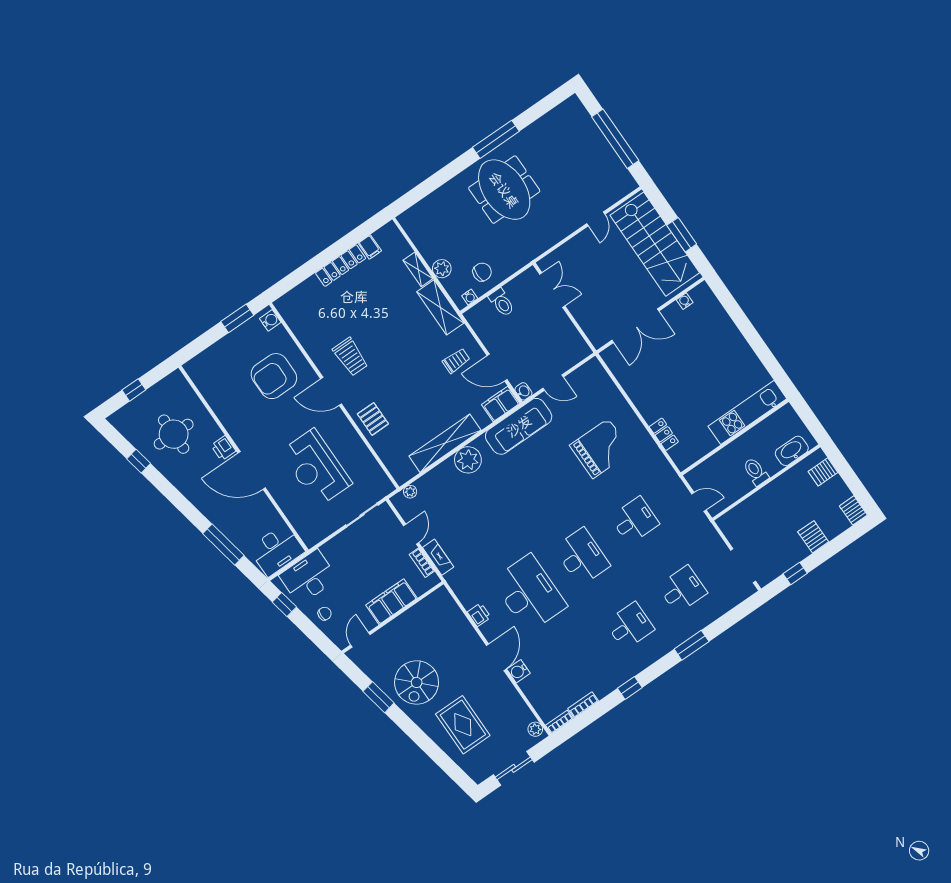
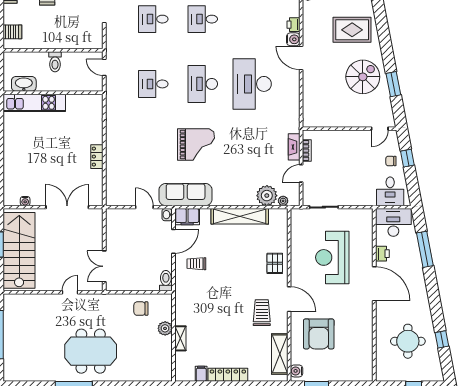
meeting table: (504, 190) -> (91, 351), turned 90
door: (596, 219) -> (70, 292), moved
water cooler: (470, 297) -> (160, 298), removed
toilet: (502, 302) -> (166, 281), moved
shelving: (440, 307) -> (280, 354), moved
door: (497, 368) -> (173, 241), hinge flipped
armchair: (274, 376) -> (319, 334), turned 90
locker: (664, 434) -> (97, 157), moved
printer: (223, 448) -> (382, 254), moved
grand piano: (601, 449) -> (196, 144), moved, turned 180
washbasin: (792, 451) -> (24, 84), moved, turned 180
plant: (468, 460) -> (267, 196), moved
reception desk: (316, 468) -> (332, 257), turned 180
desk: (308, 577) -> (390, 191), width x0.73
filing cabinet: (391, 602) -> (343, 139), removed
window: (284, 604) -> (407, 158), moved
printer: (479, 615) -> (293, 25), moved
door: (496, 657) -> (301, 58), hinge flipped
rug: (463, 725) -> (352, 30), turned 90

